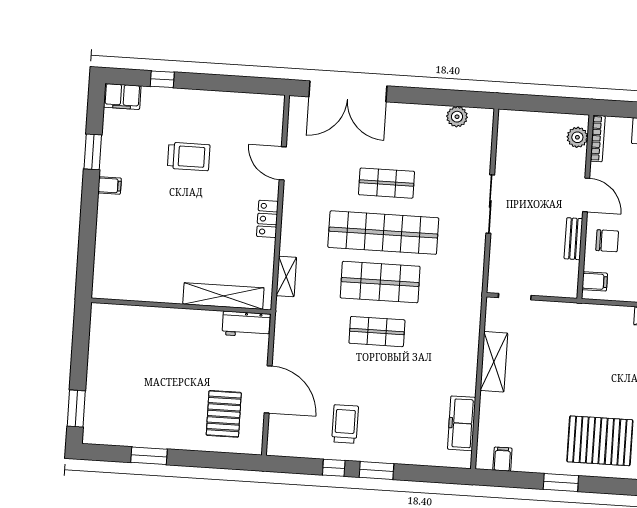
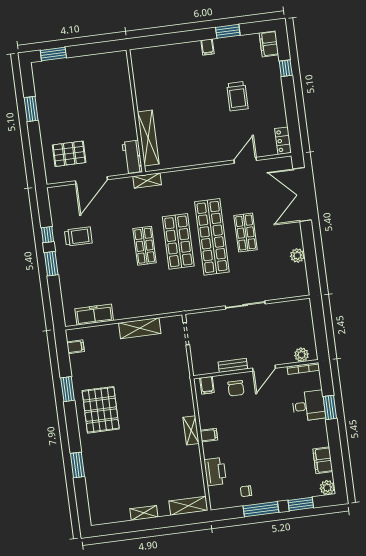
plant: (457, 117) -> (297, 255), moved
locker: (267, 219) -> (283, 141), moved, turned -90
shelving: (286, 276) -> (147, 181), moved

